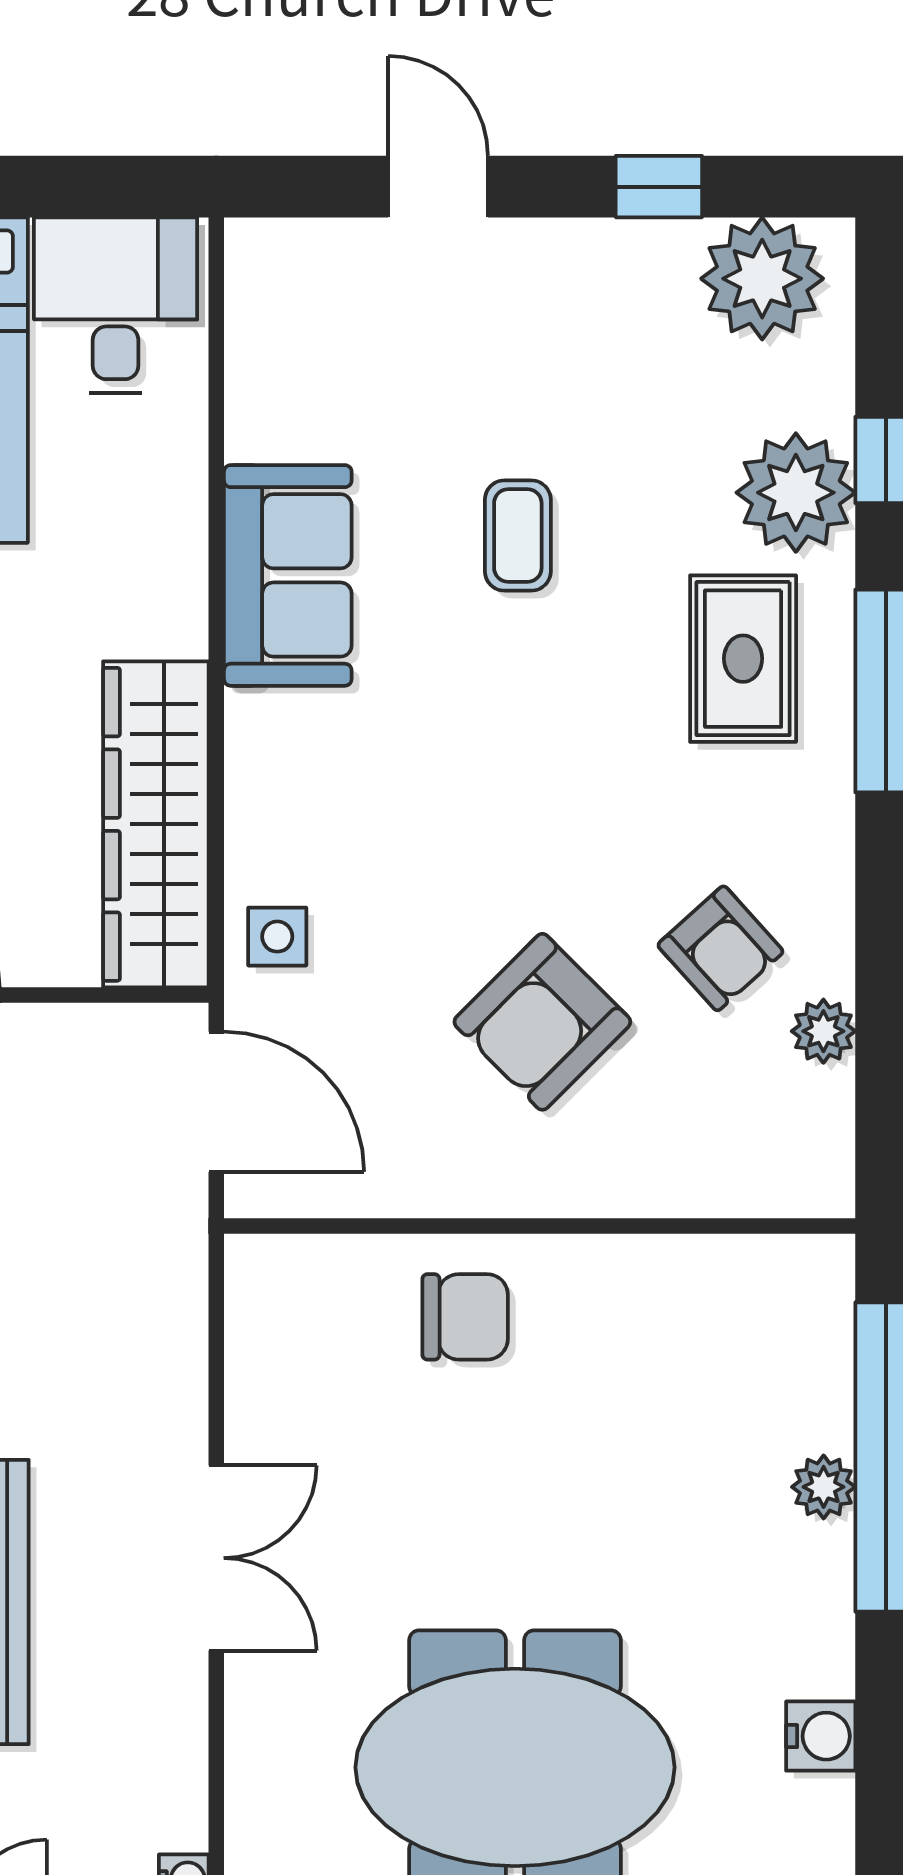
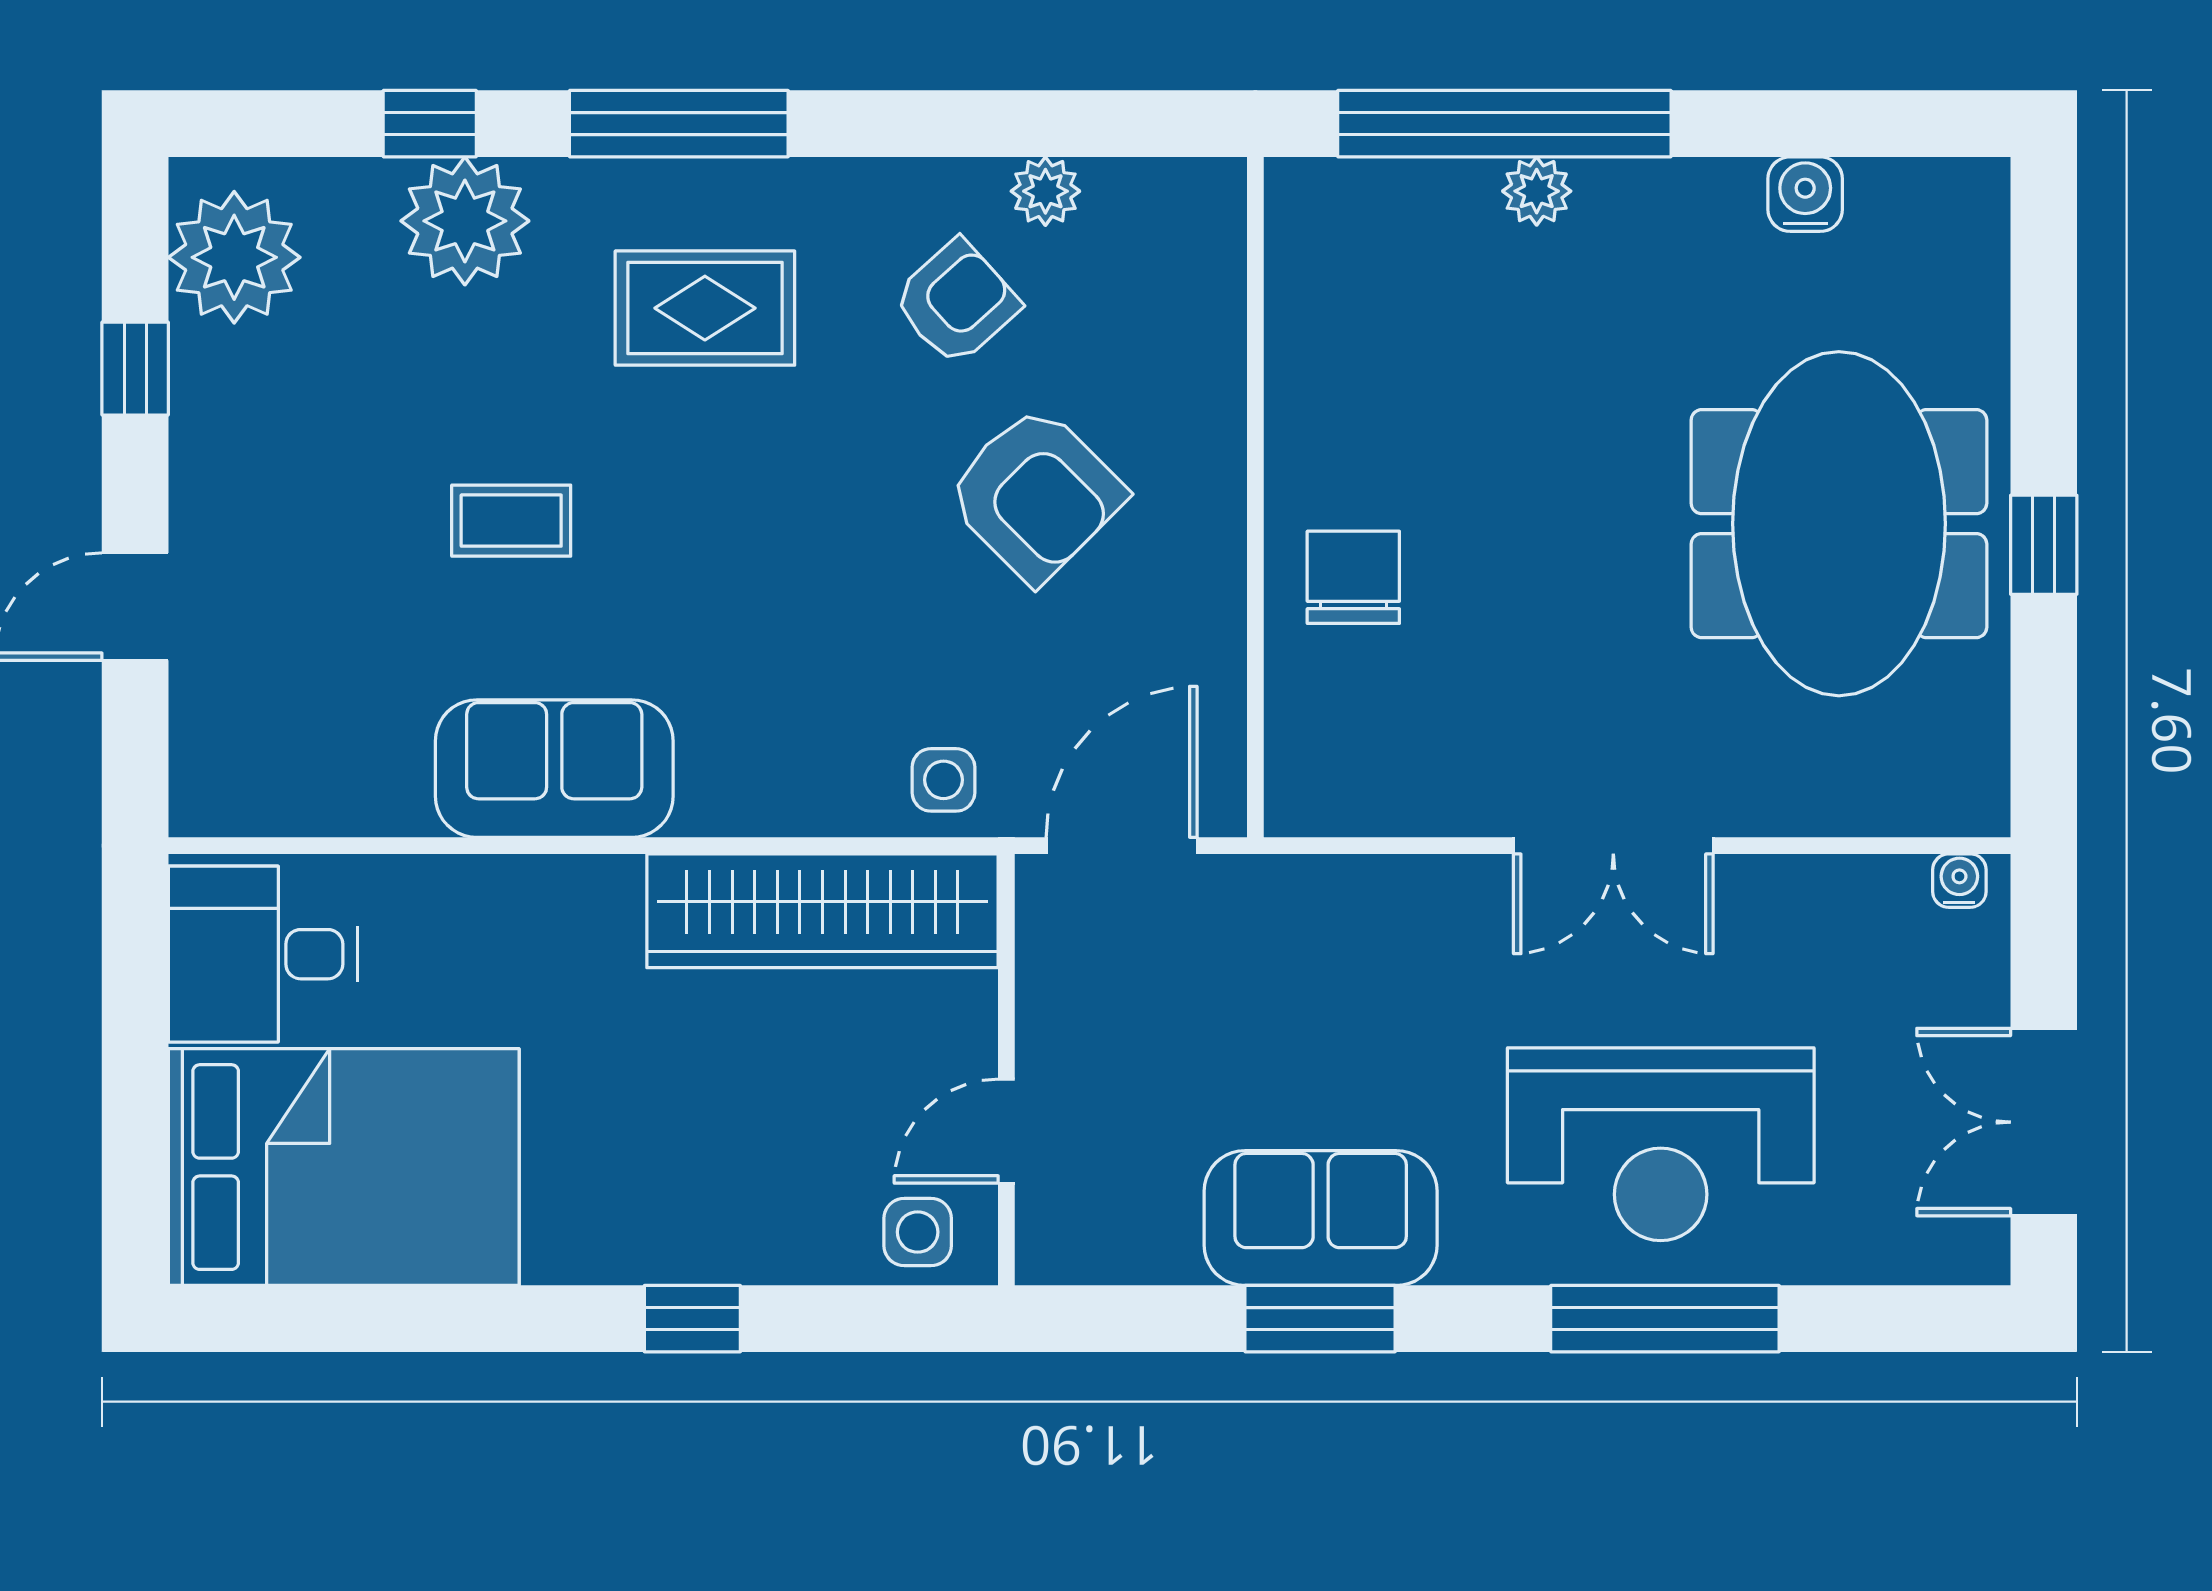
rug: (743, 659) -> (705, 308), moved
double door: (216, 1558) -> (1613, 846), swing flipped

